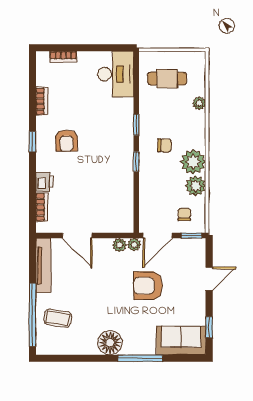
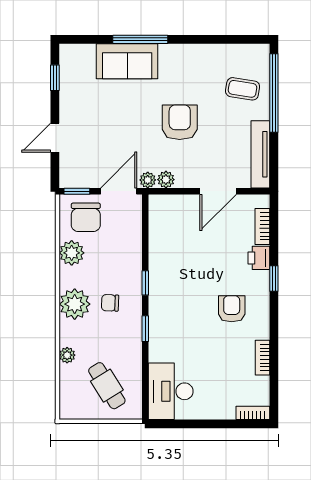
bookcase: (63, 57) -> (253, 413), moved
cafe table: (167, 79) -> (107, 386), turned 58
window: (32, 142) -> (274, 278), moved
plant: (193, 162) -> (75, 304), moved
chair: (184, 214) -> (86, 217), width x1.87, depth x1.87
door: (77, 236) -> (218, 191), swing flipped
armchair: (148, 286) -> (180, 122), moved, turned -90
sofa: (181, 341) -> (127, 61), moved
floor lamp: (110, 343) -> (178, 59), removed

